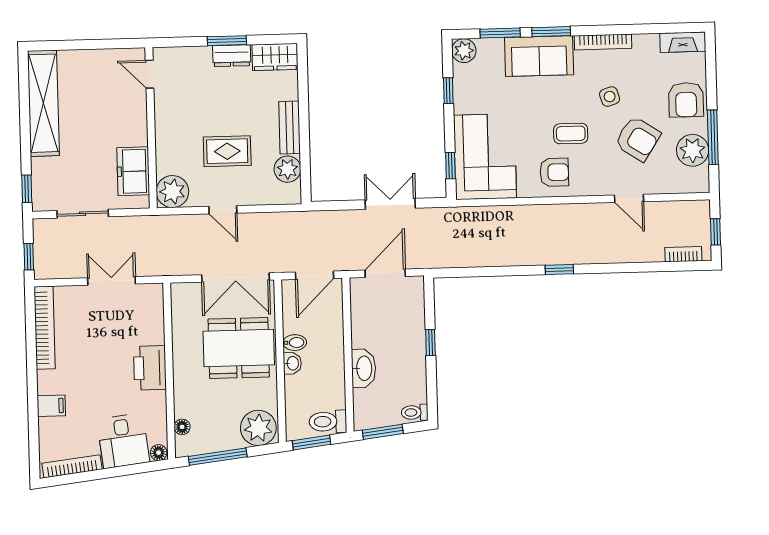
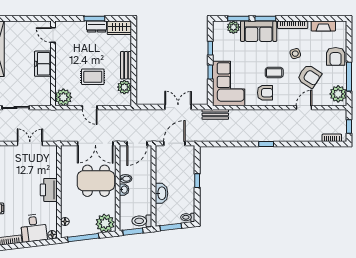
fireplace: (683, 42) -> (323, 26), moved
plant: (464, 51) -> (233, 27), moved
plant: (693, 150) -> (338, 94), moved
window: (450, 166) -> (210, 72), moved
freezer: (133, 171) -> (43, 64), moved
door: (629, 198) -> (304, 108), swing flipped
bench: (461, 216) -> (215, 114), added

